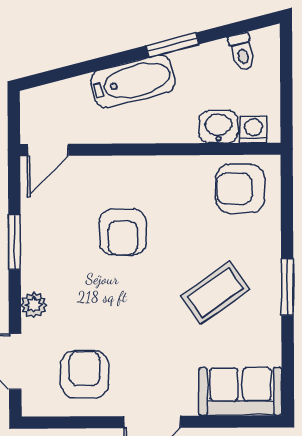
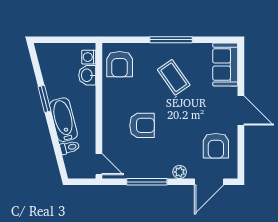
toilet: (242, 52) -> (70, 147), moved
window: (15, 242) -> (147, 182), width x1.44
window: (287, 287) -> (171, 40), width x1.44
armchair: (85, 374) -> (216, 146), turned -90

